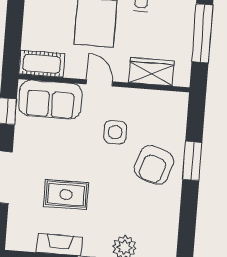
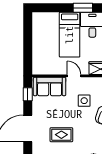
cot: (42, 64) -> (44, 68), removed

